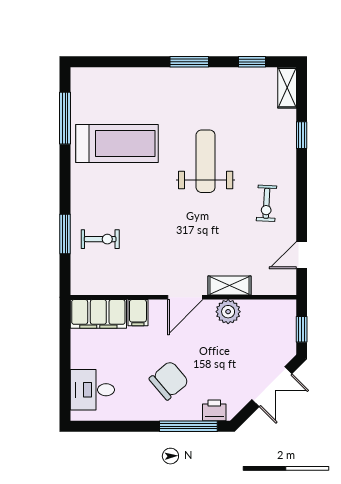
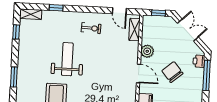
window: (189, 62) -> (14, 77), moved
weight bench: (206, 161) -> (67, 59), turned 90
shelving: (229, 286) -> (135, 30), moved
chair: (169, 380) -> (172, 72), moved

